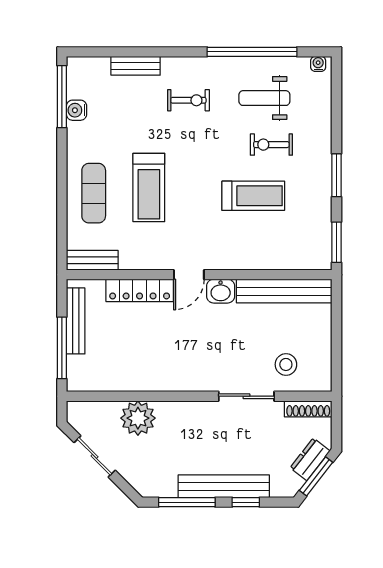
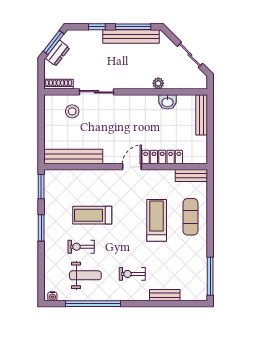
water cooler: (77, 110) -> (201, 268), removed
exercise bike: (271, 145) -> (81, 247), turned 180
washbasin: (221, 291) -> (167, 102), moved, turned 180
bench: (76, 321) -> (202, 115), moved
window: (62, 348) -> (210, 122), removed
plant: (138, 418) -> (158, 83), width x0.53, depth x0.53
bench: (224, 486) -> (131, 36), moved

